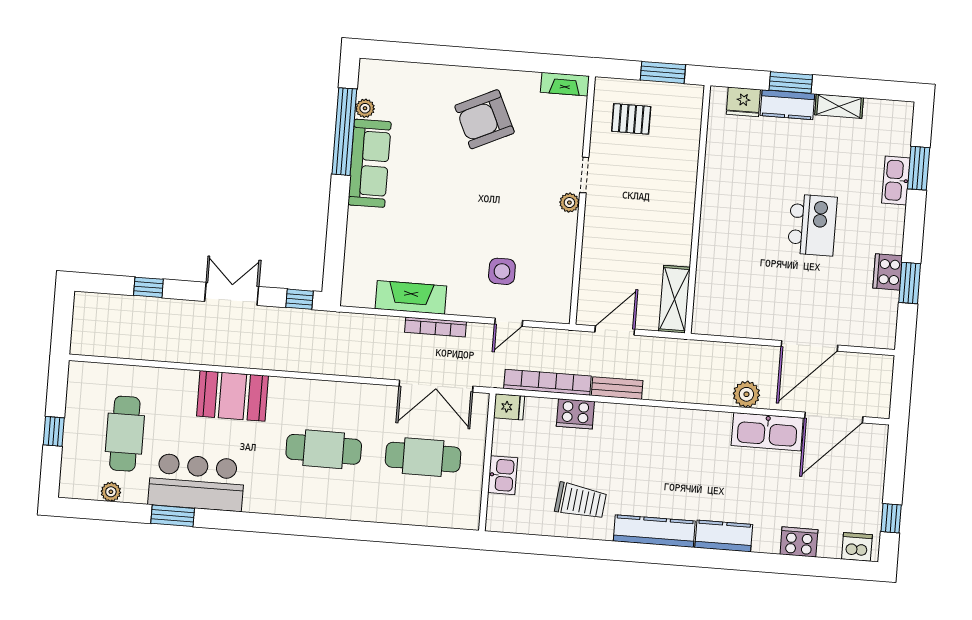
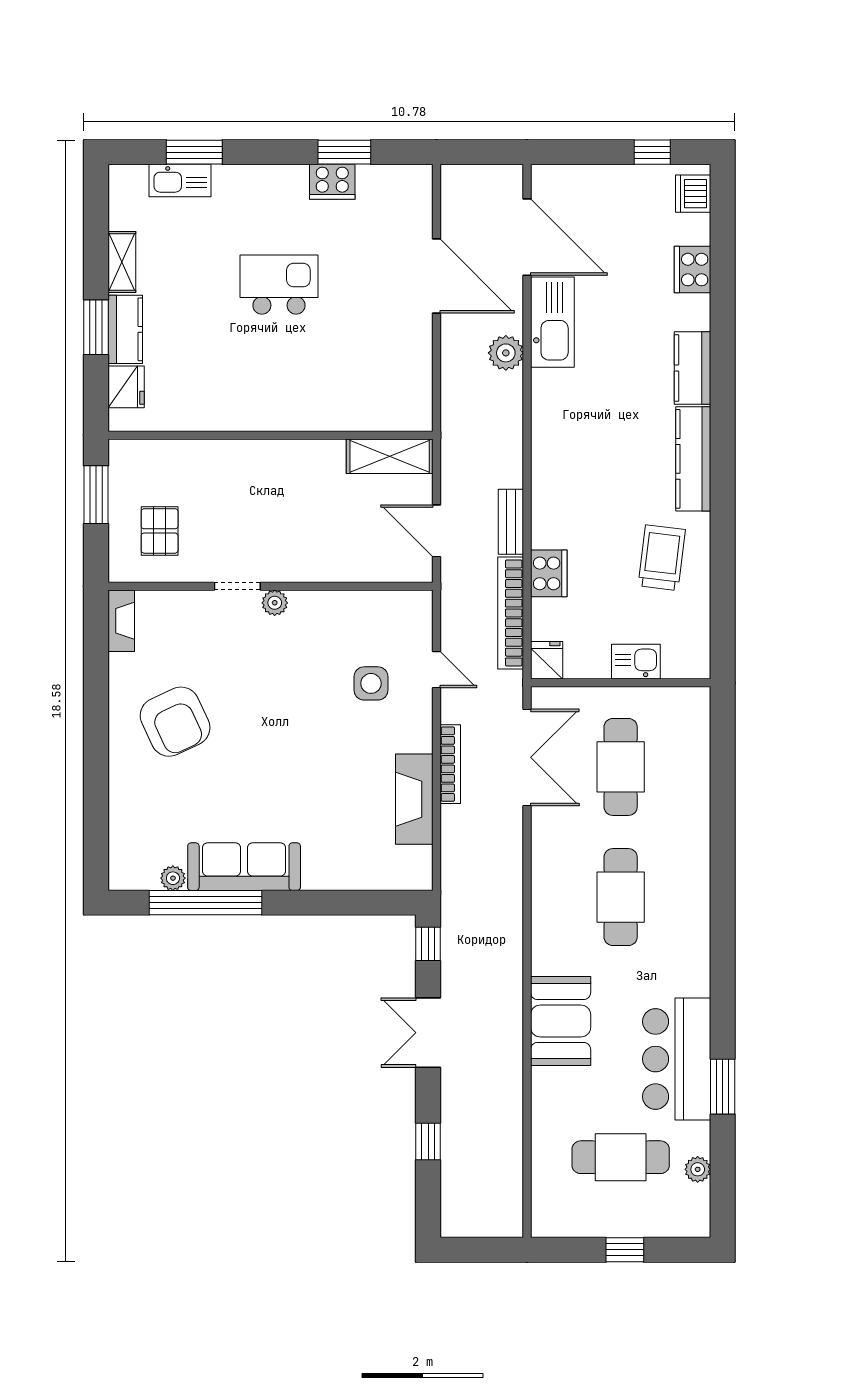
kitchen sink: (896, 180) -> (180, 181), moved

